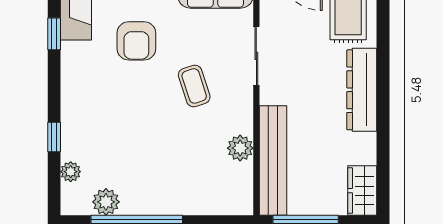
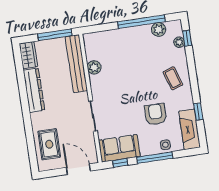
coffee table: (194, 86) -> (173, 78), moved
dresser: (362, 90) -> (34, 90), moved
window: (54, 137) -> (187, 38), moved

